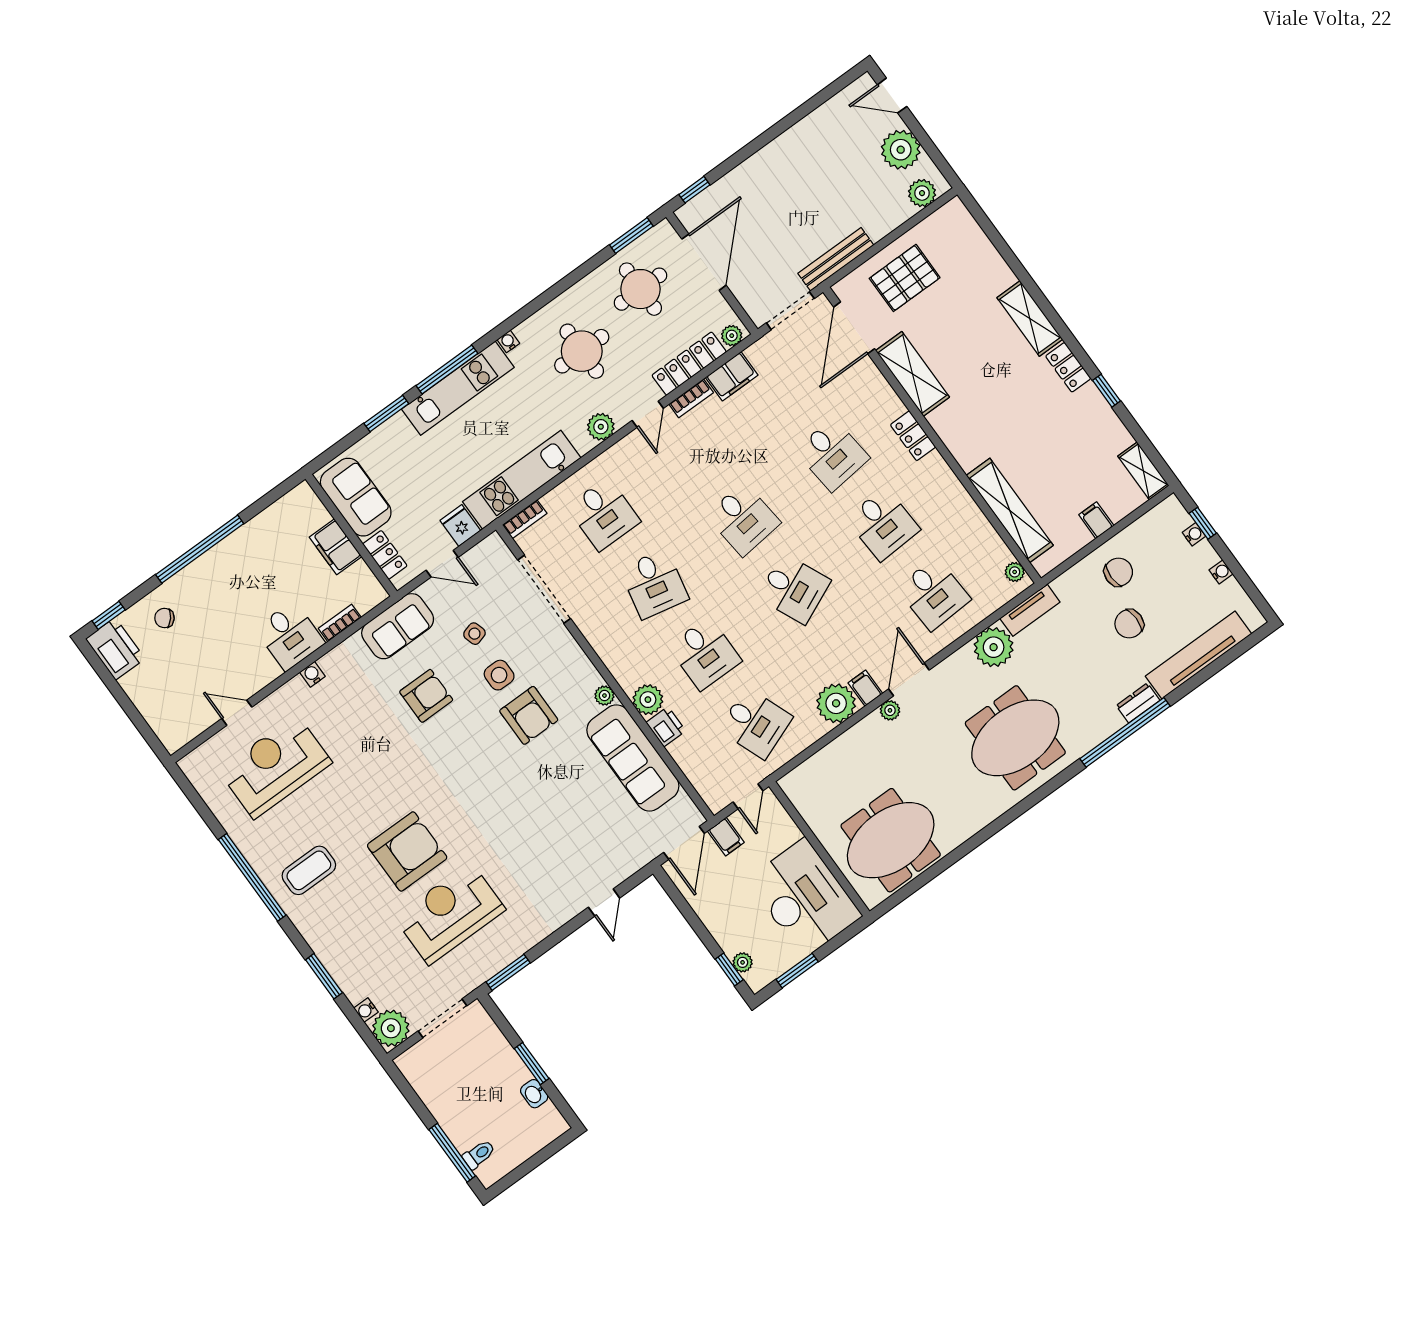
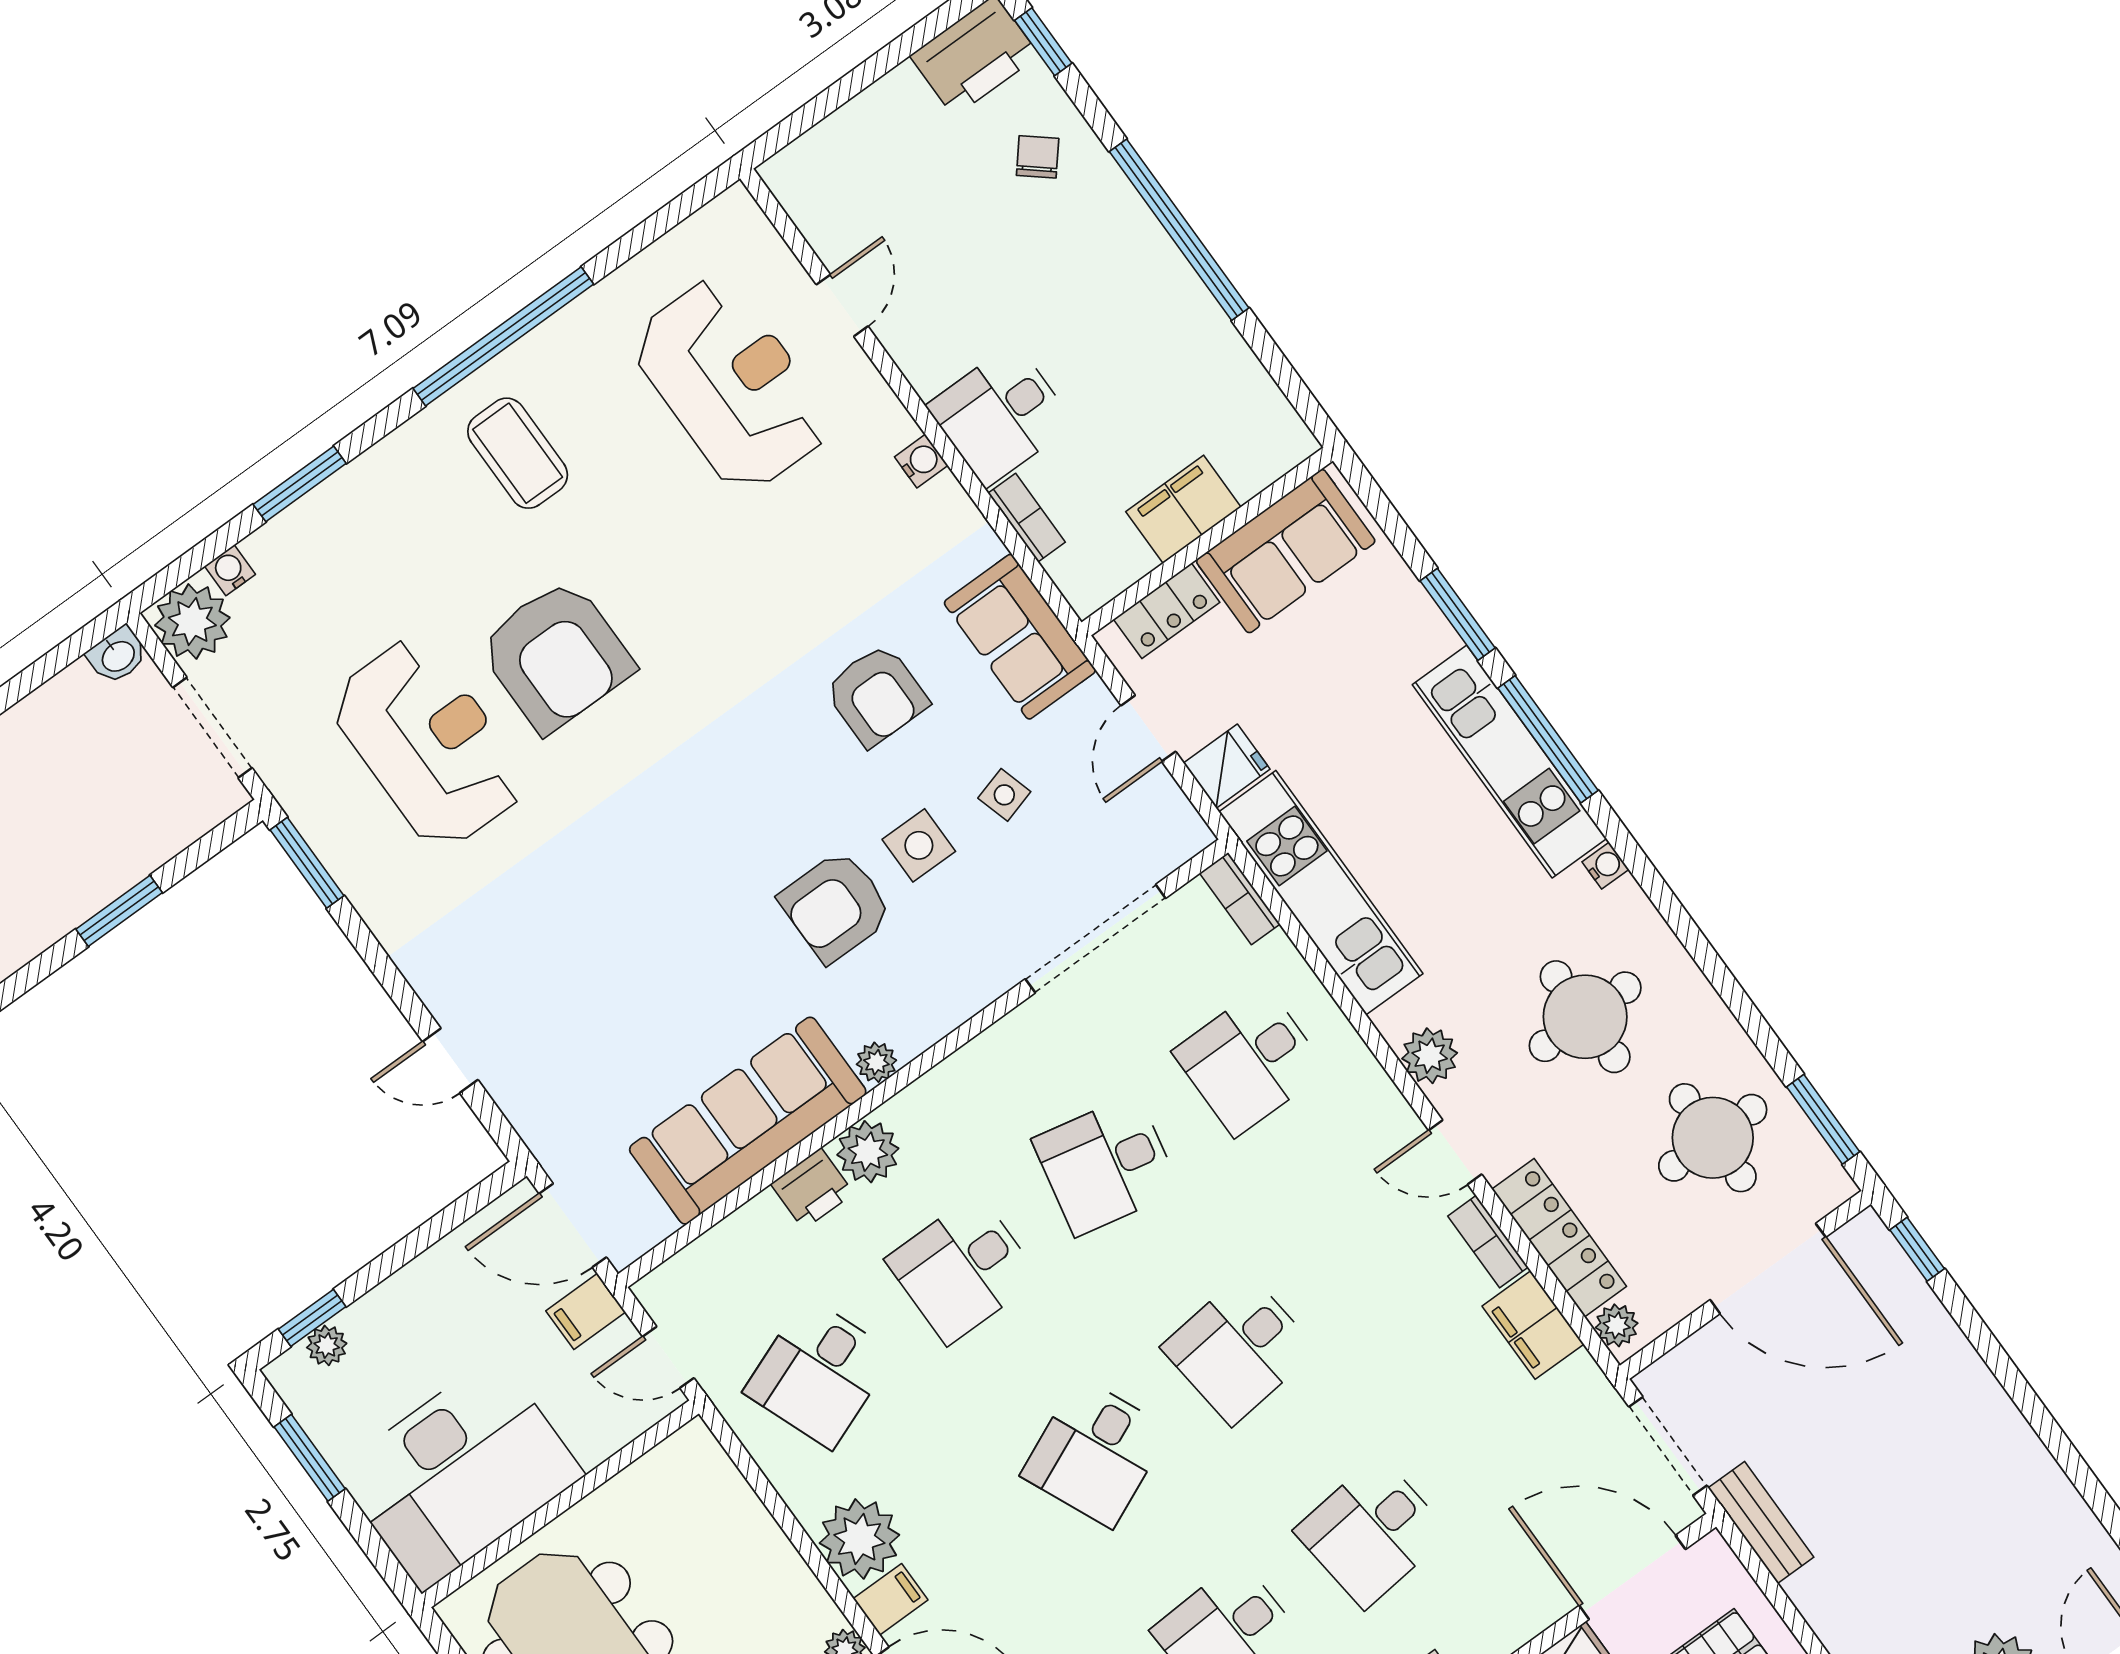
bench: (836, 259) -> (1761, 1523), width x0.73
washbasin: (534, 1094) -> (118, 655), moved, turned 180

